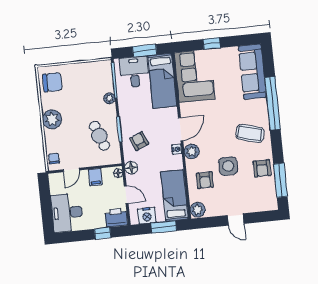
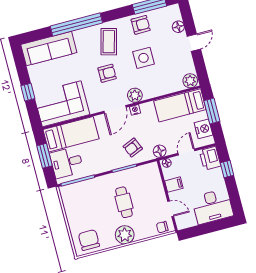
plant: (109, 98) -> (96, 183), removed
door: (181, 129) -> (115, 109), swing flipped
cafe table: (99, 136) -> (124, 202), moved, turned -69
armchair: (205, 180) -> (107, 73), moved
floor lamp: (254, 206) -> (178, 27), added

